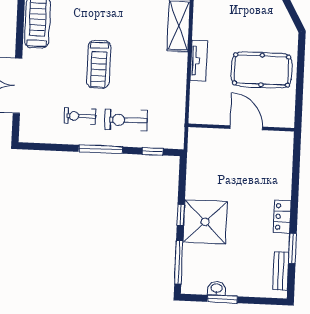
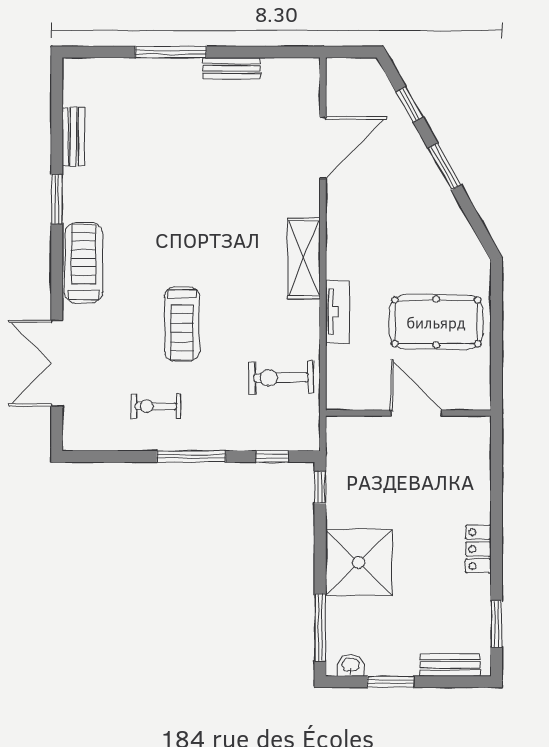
exercise bike: (126, 120) -> (281, 378), moved
window: (181, 215) -> (320, 487), moved
window: (293, 248) -> (497, 624), moved
bench: (281, 271) -> (450, 665), moved, turned 90
washbasin: (217, 288) -> (351, 665), moved

